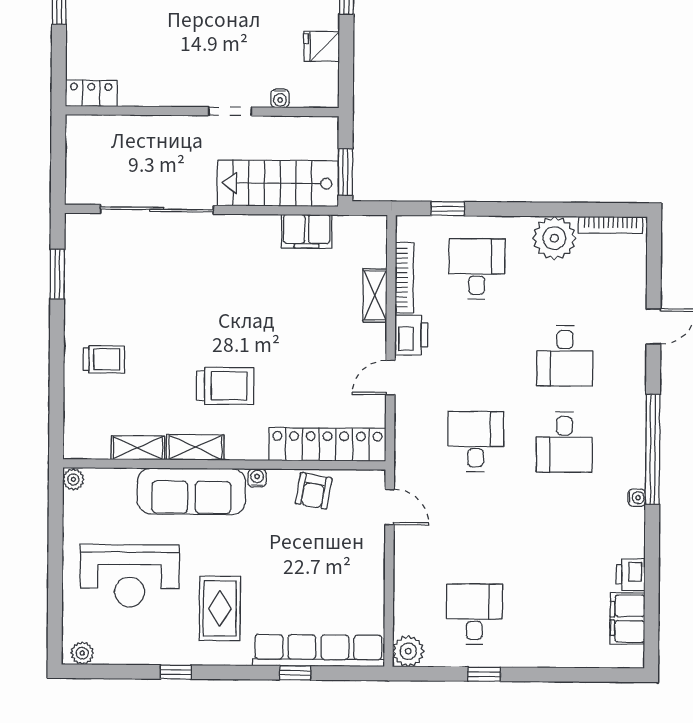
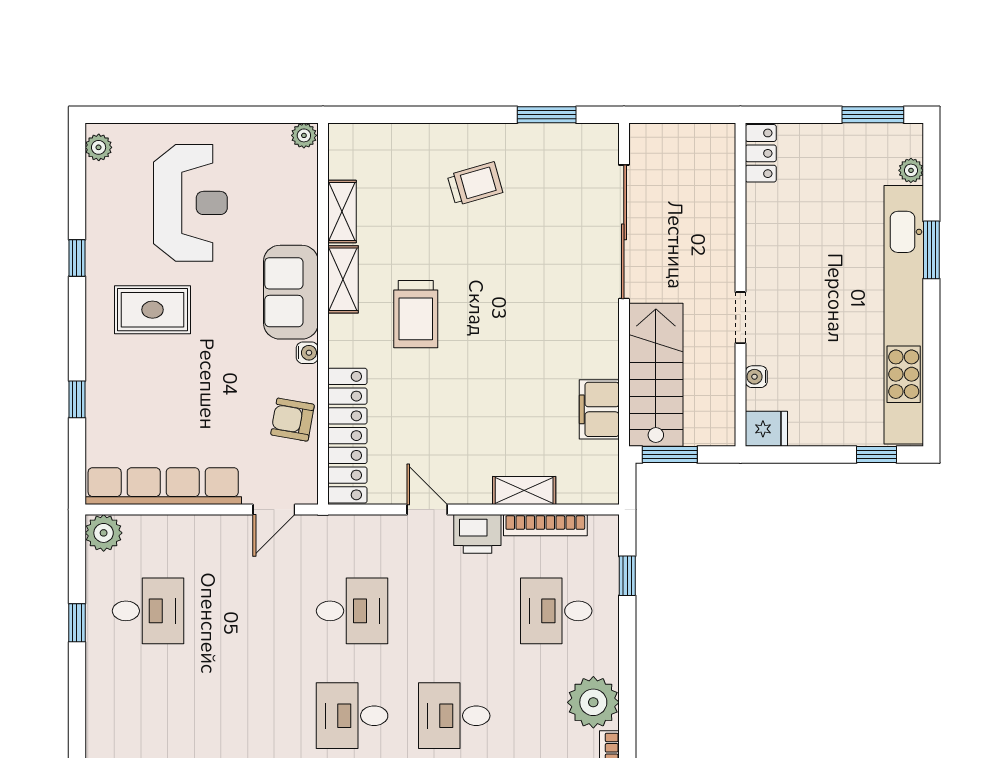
fridge: (322, 46) -> (766, 429), moved, turned 90
desk: (477, 269) -> (556, 611), turned 180
trolley: (104, 359) -> (475, 184), moved, turned -106
sofa: (191, 491) -> (291, 292), width x0.73
reception desk: (130, 576) -> (190, 203), turned 180
row of seats: (318, 651) -> (163, 486), moved, turned -90

